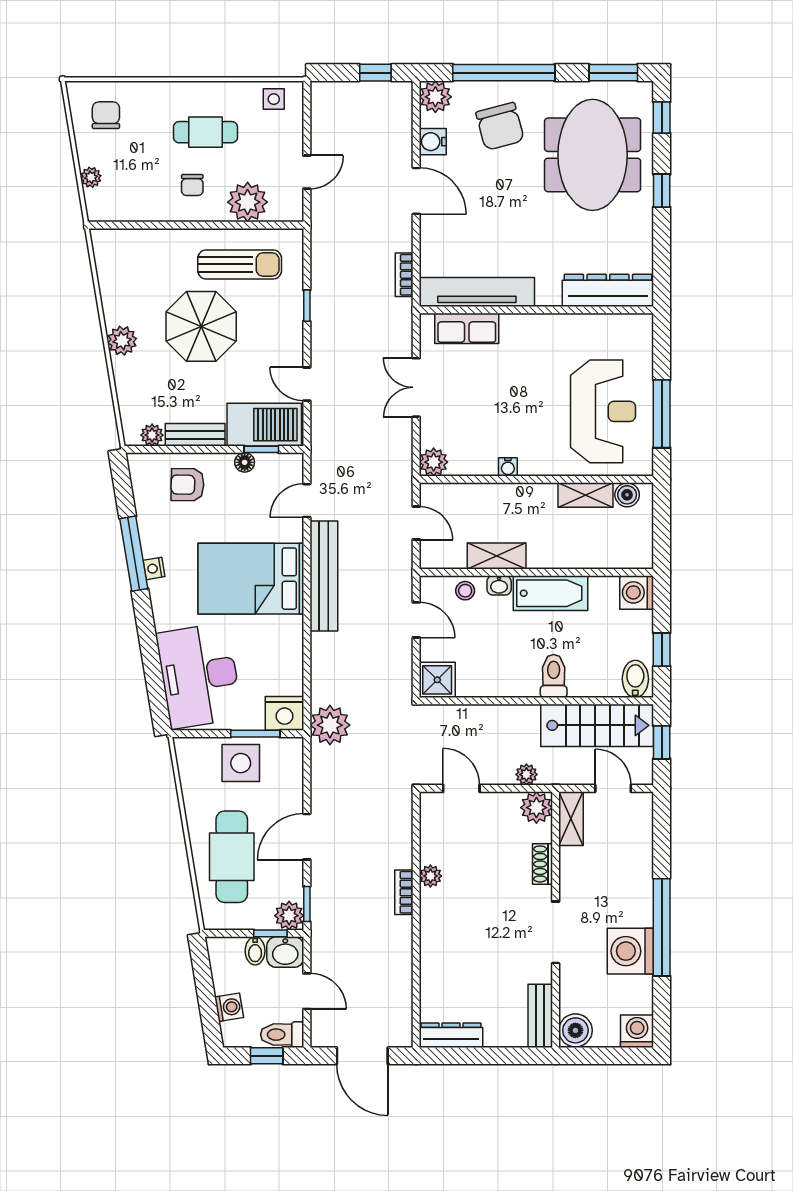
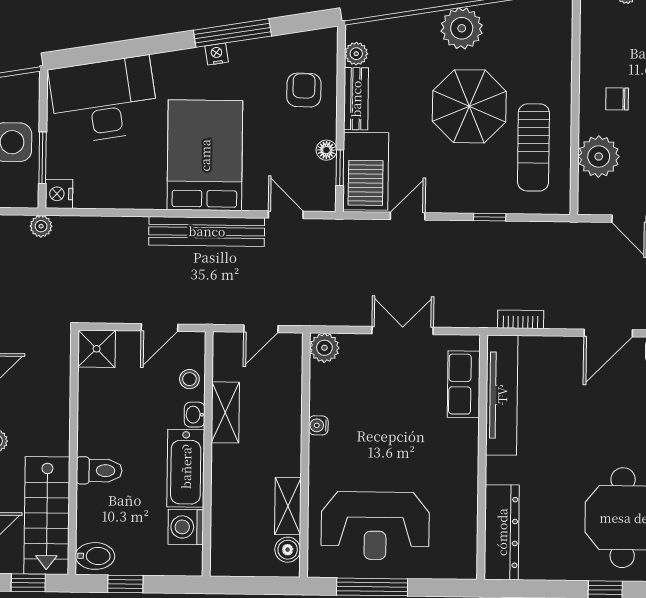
plant: (122, 341) -> (462, 28), width x1.36, depth x1.36
washing machine: (637, 592) -> (186, 527), moved, turned -90
nightstand: (284, 713) -> (59, 194), width x0.74, depth x0.75
plant: (330, 725) -> (41, 226), width x0.53, depth x0.53

